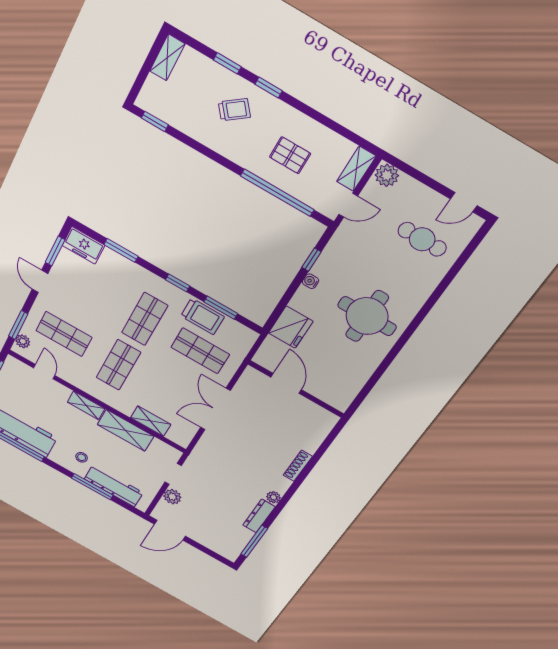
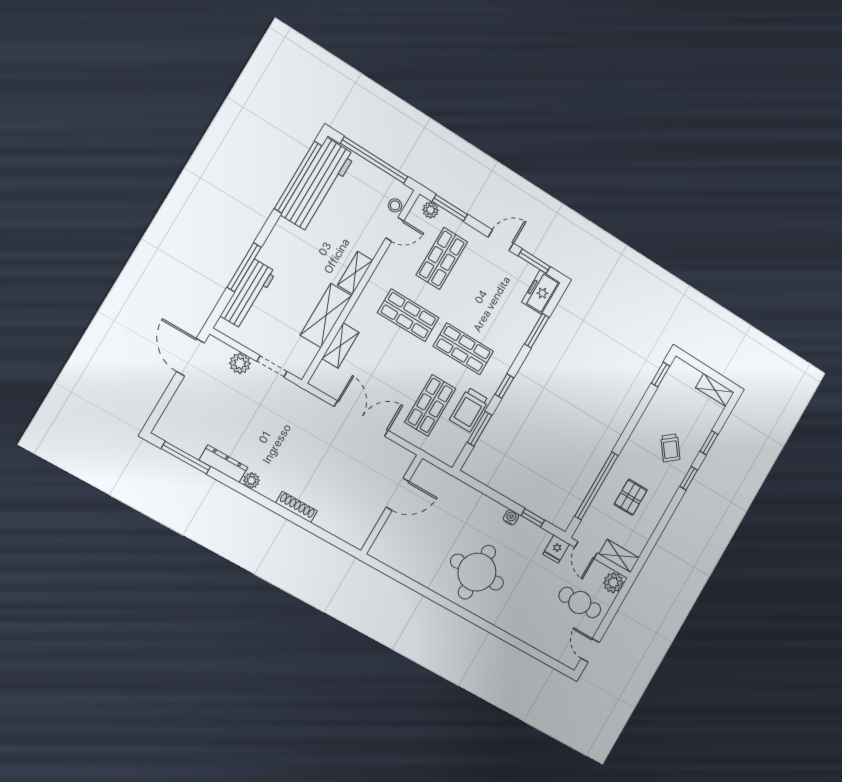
cafe table: (422, 239) -> (580, 603), moved, turned 90
fridge: (291, 327) -> (556, 549), moved, width x0.53, depth x0.75
stool: (82, 457) -> (395, 205), moved

